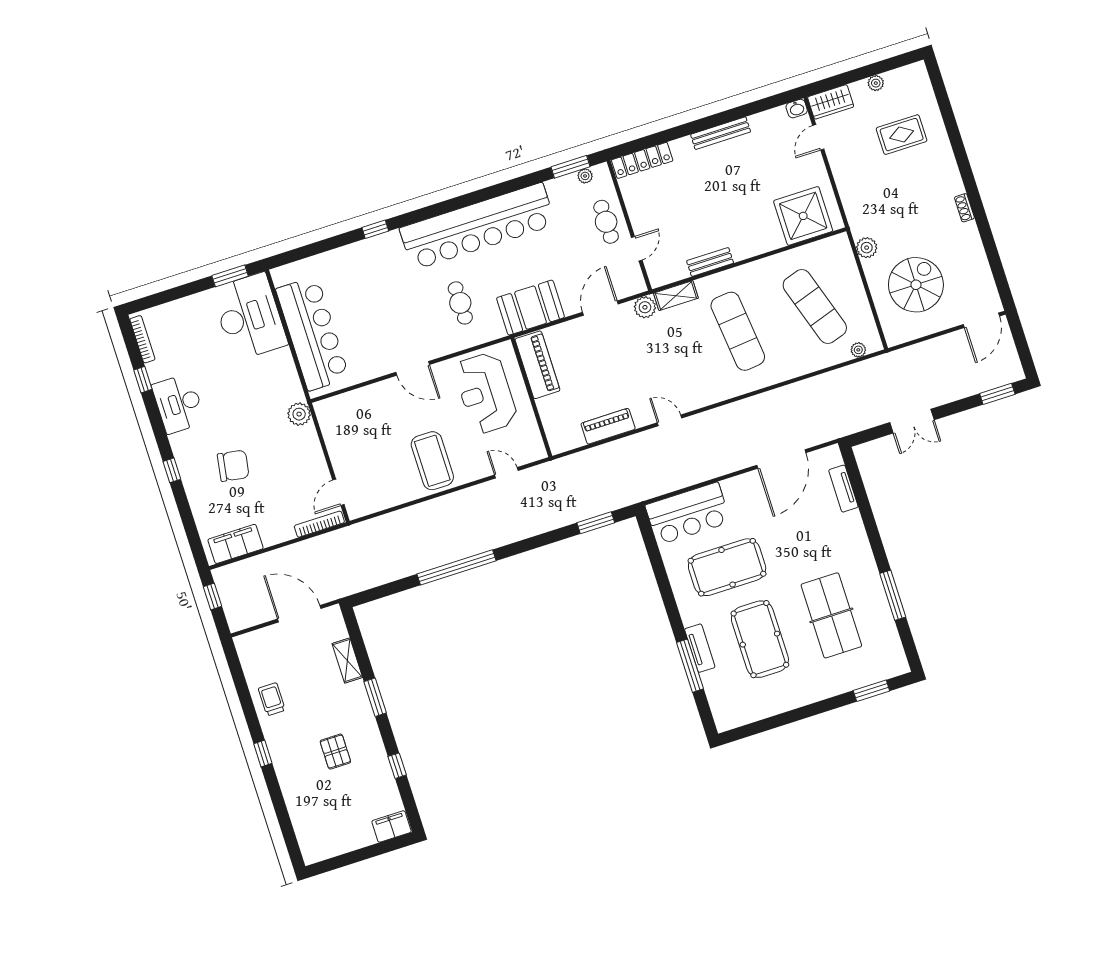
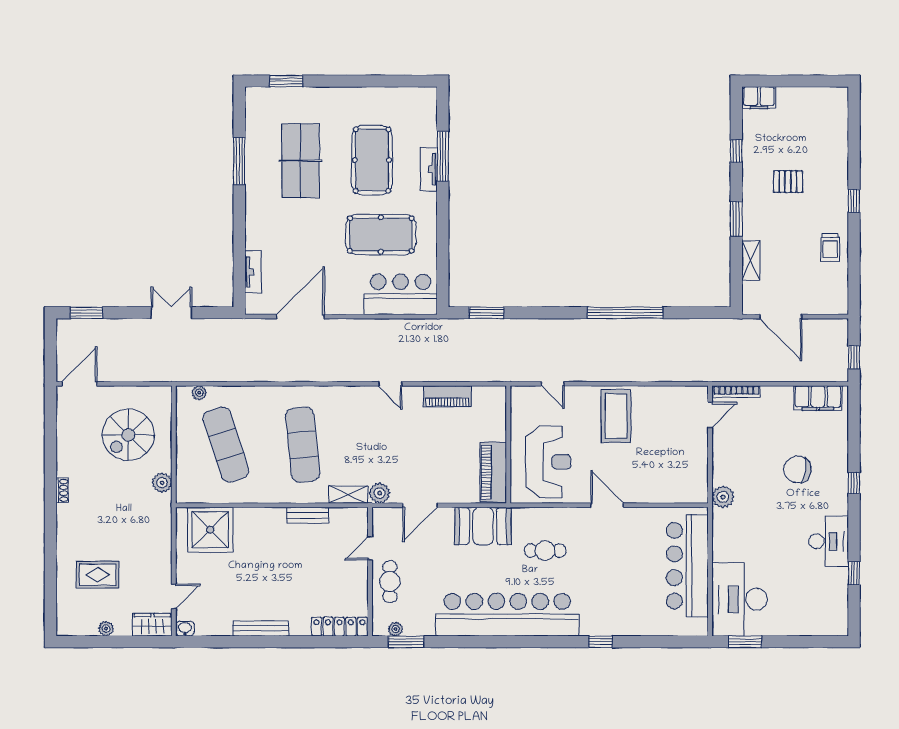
cafe table: (460, 303) -> (545, 551), turned 90
bookcase: (142, 339) -> (843, 610), removed
pallet: (335, 752) -> (788, 182), turned 90

